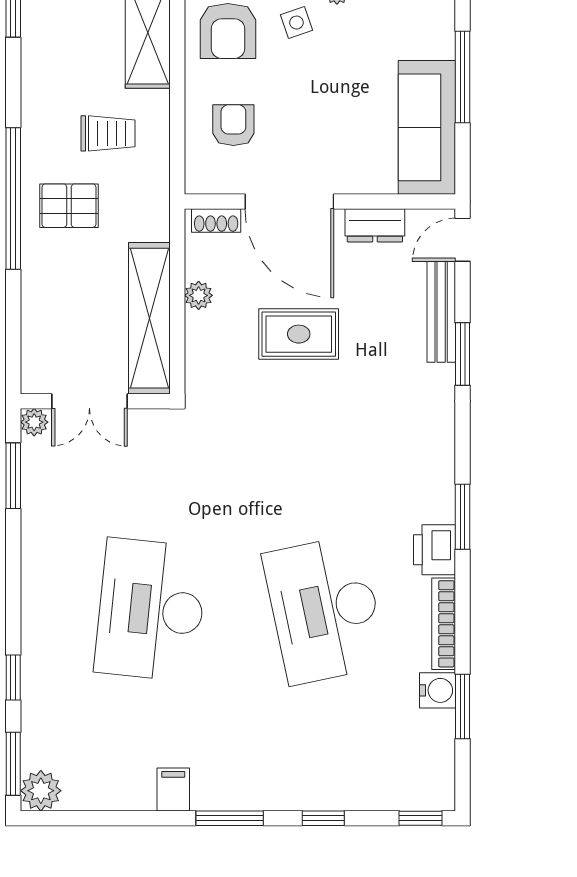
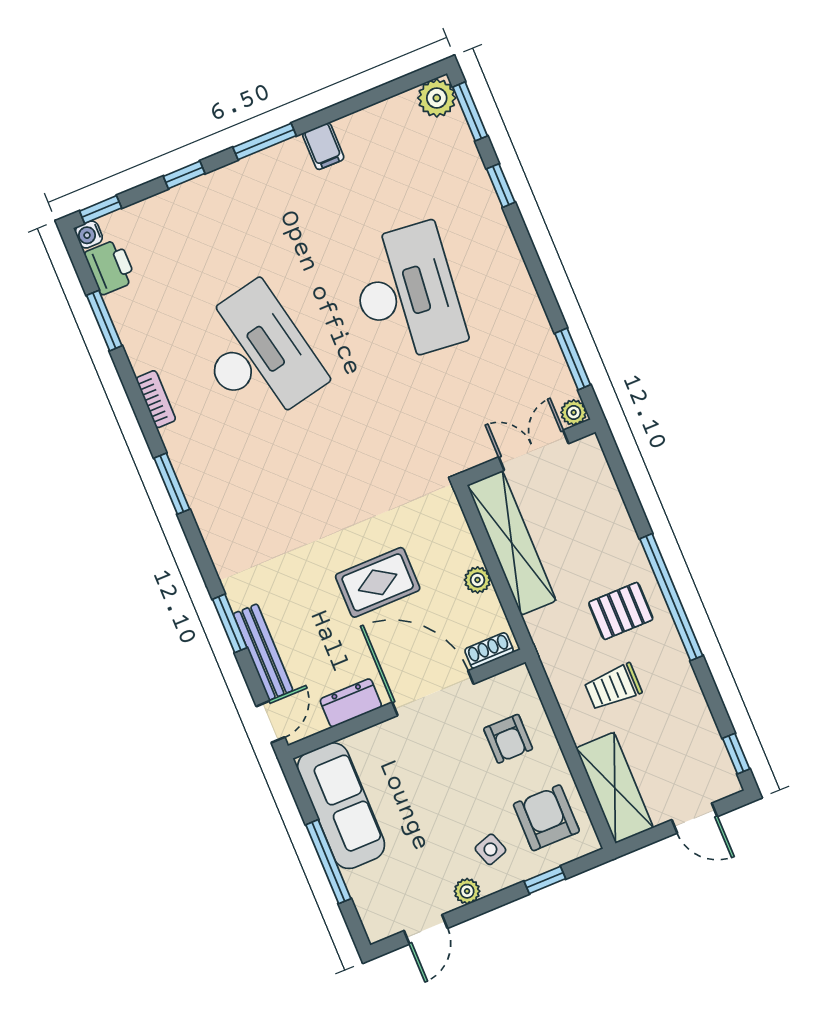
printer: (435, 550) -> (110, 267), moved
bookcase: (444, 624) -> (156, 399), width x0.64
water cooler: (437, 690) -> (89, 235), moved, width x0.72, depth x0.72

